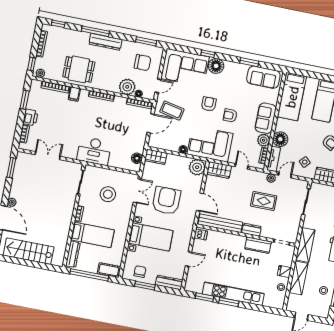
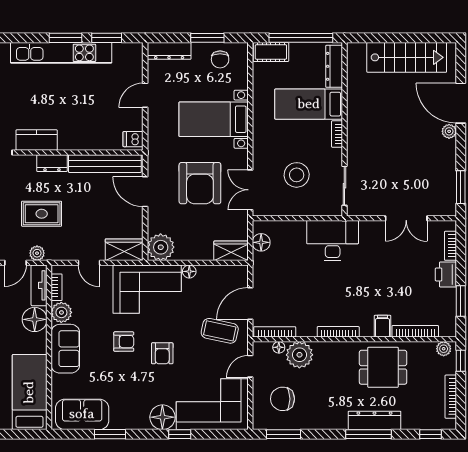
dresser: (105, 42) -> (374, 420), moved

